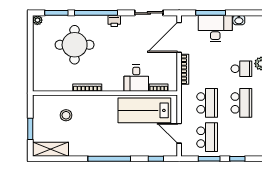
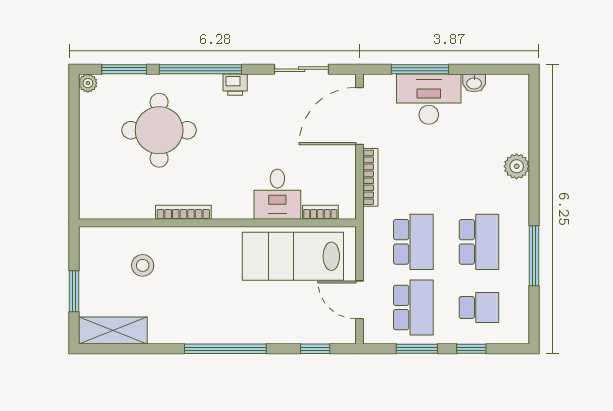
school desk: (241, 69) -> (479, 308), moved

